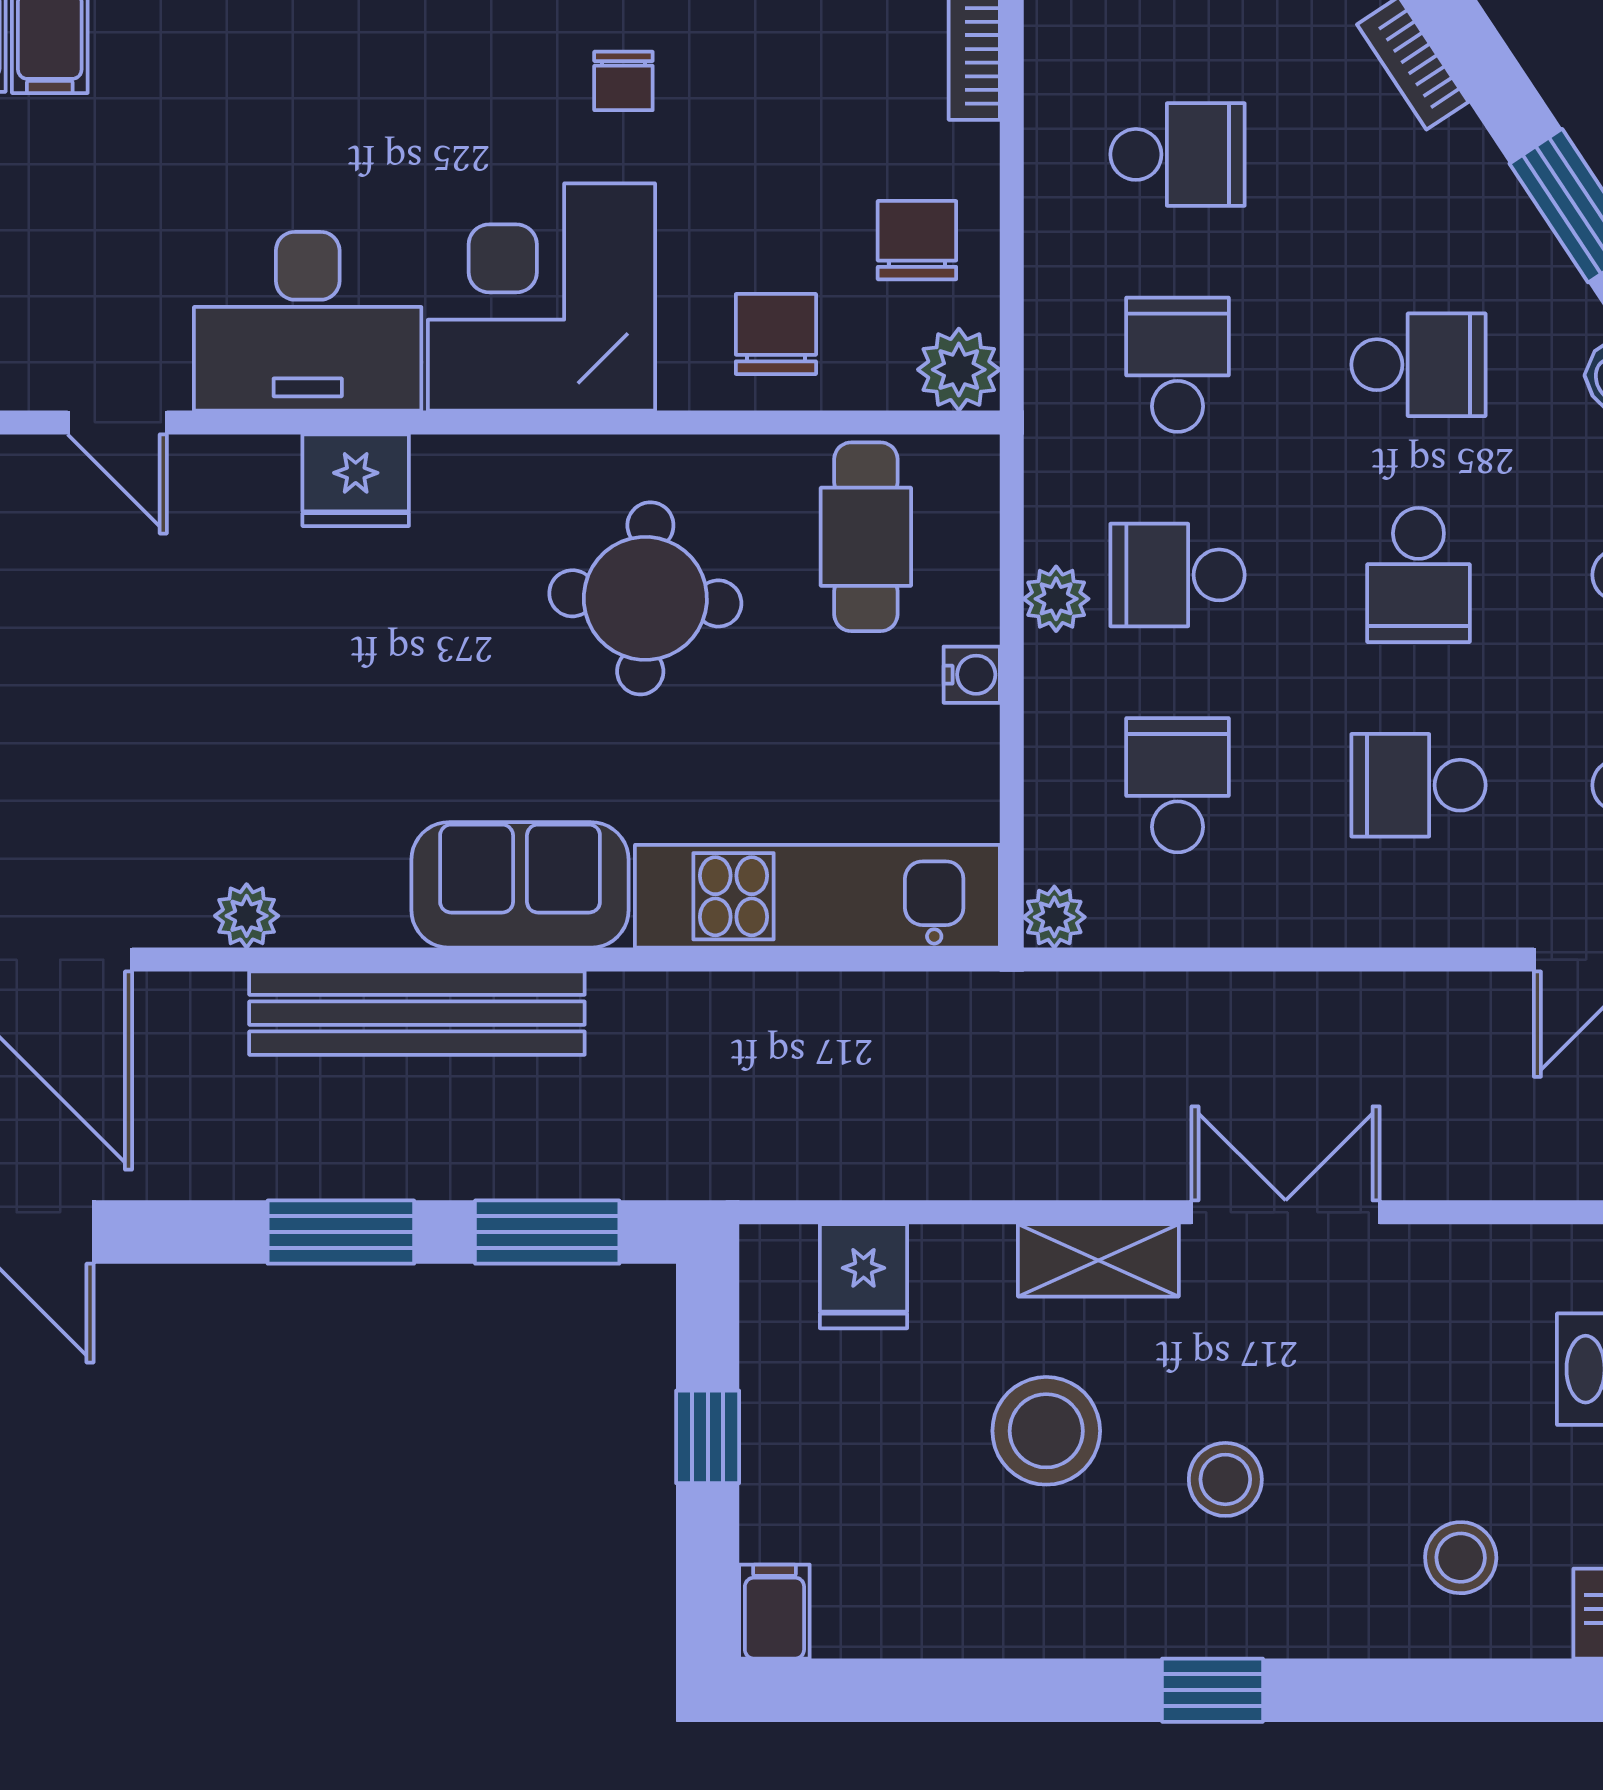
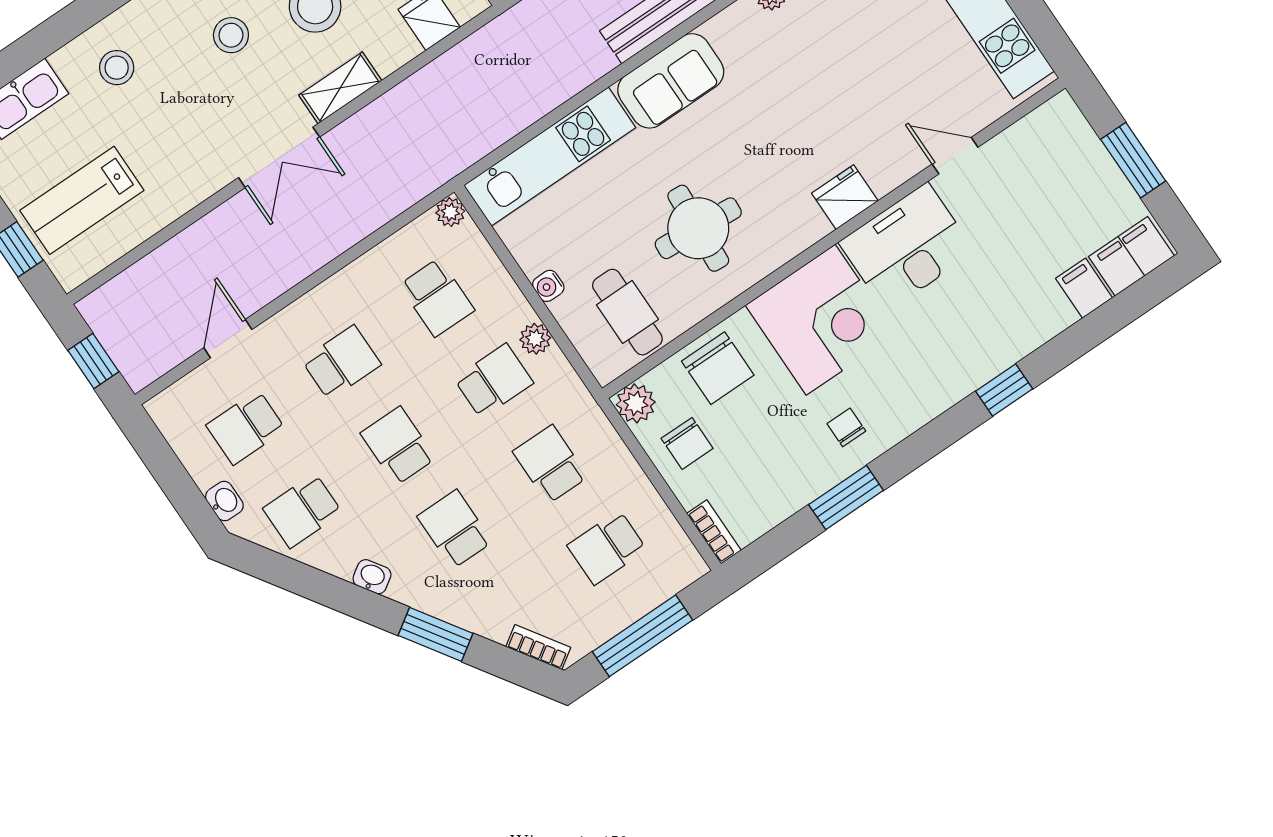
chair: (776, 334) -> (718, 368), width x1.37, depth x1.37
school desk: (1178, 365) -> (550, 464), turned 180
school desk: (1418, 365) -> (455, 529), turned 90

